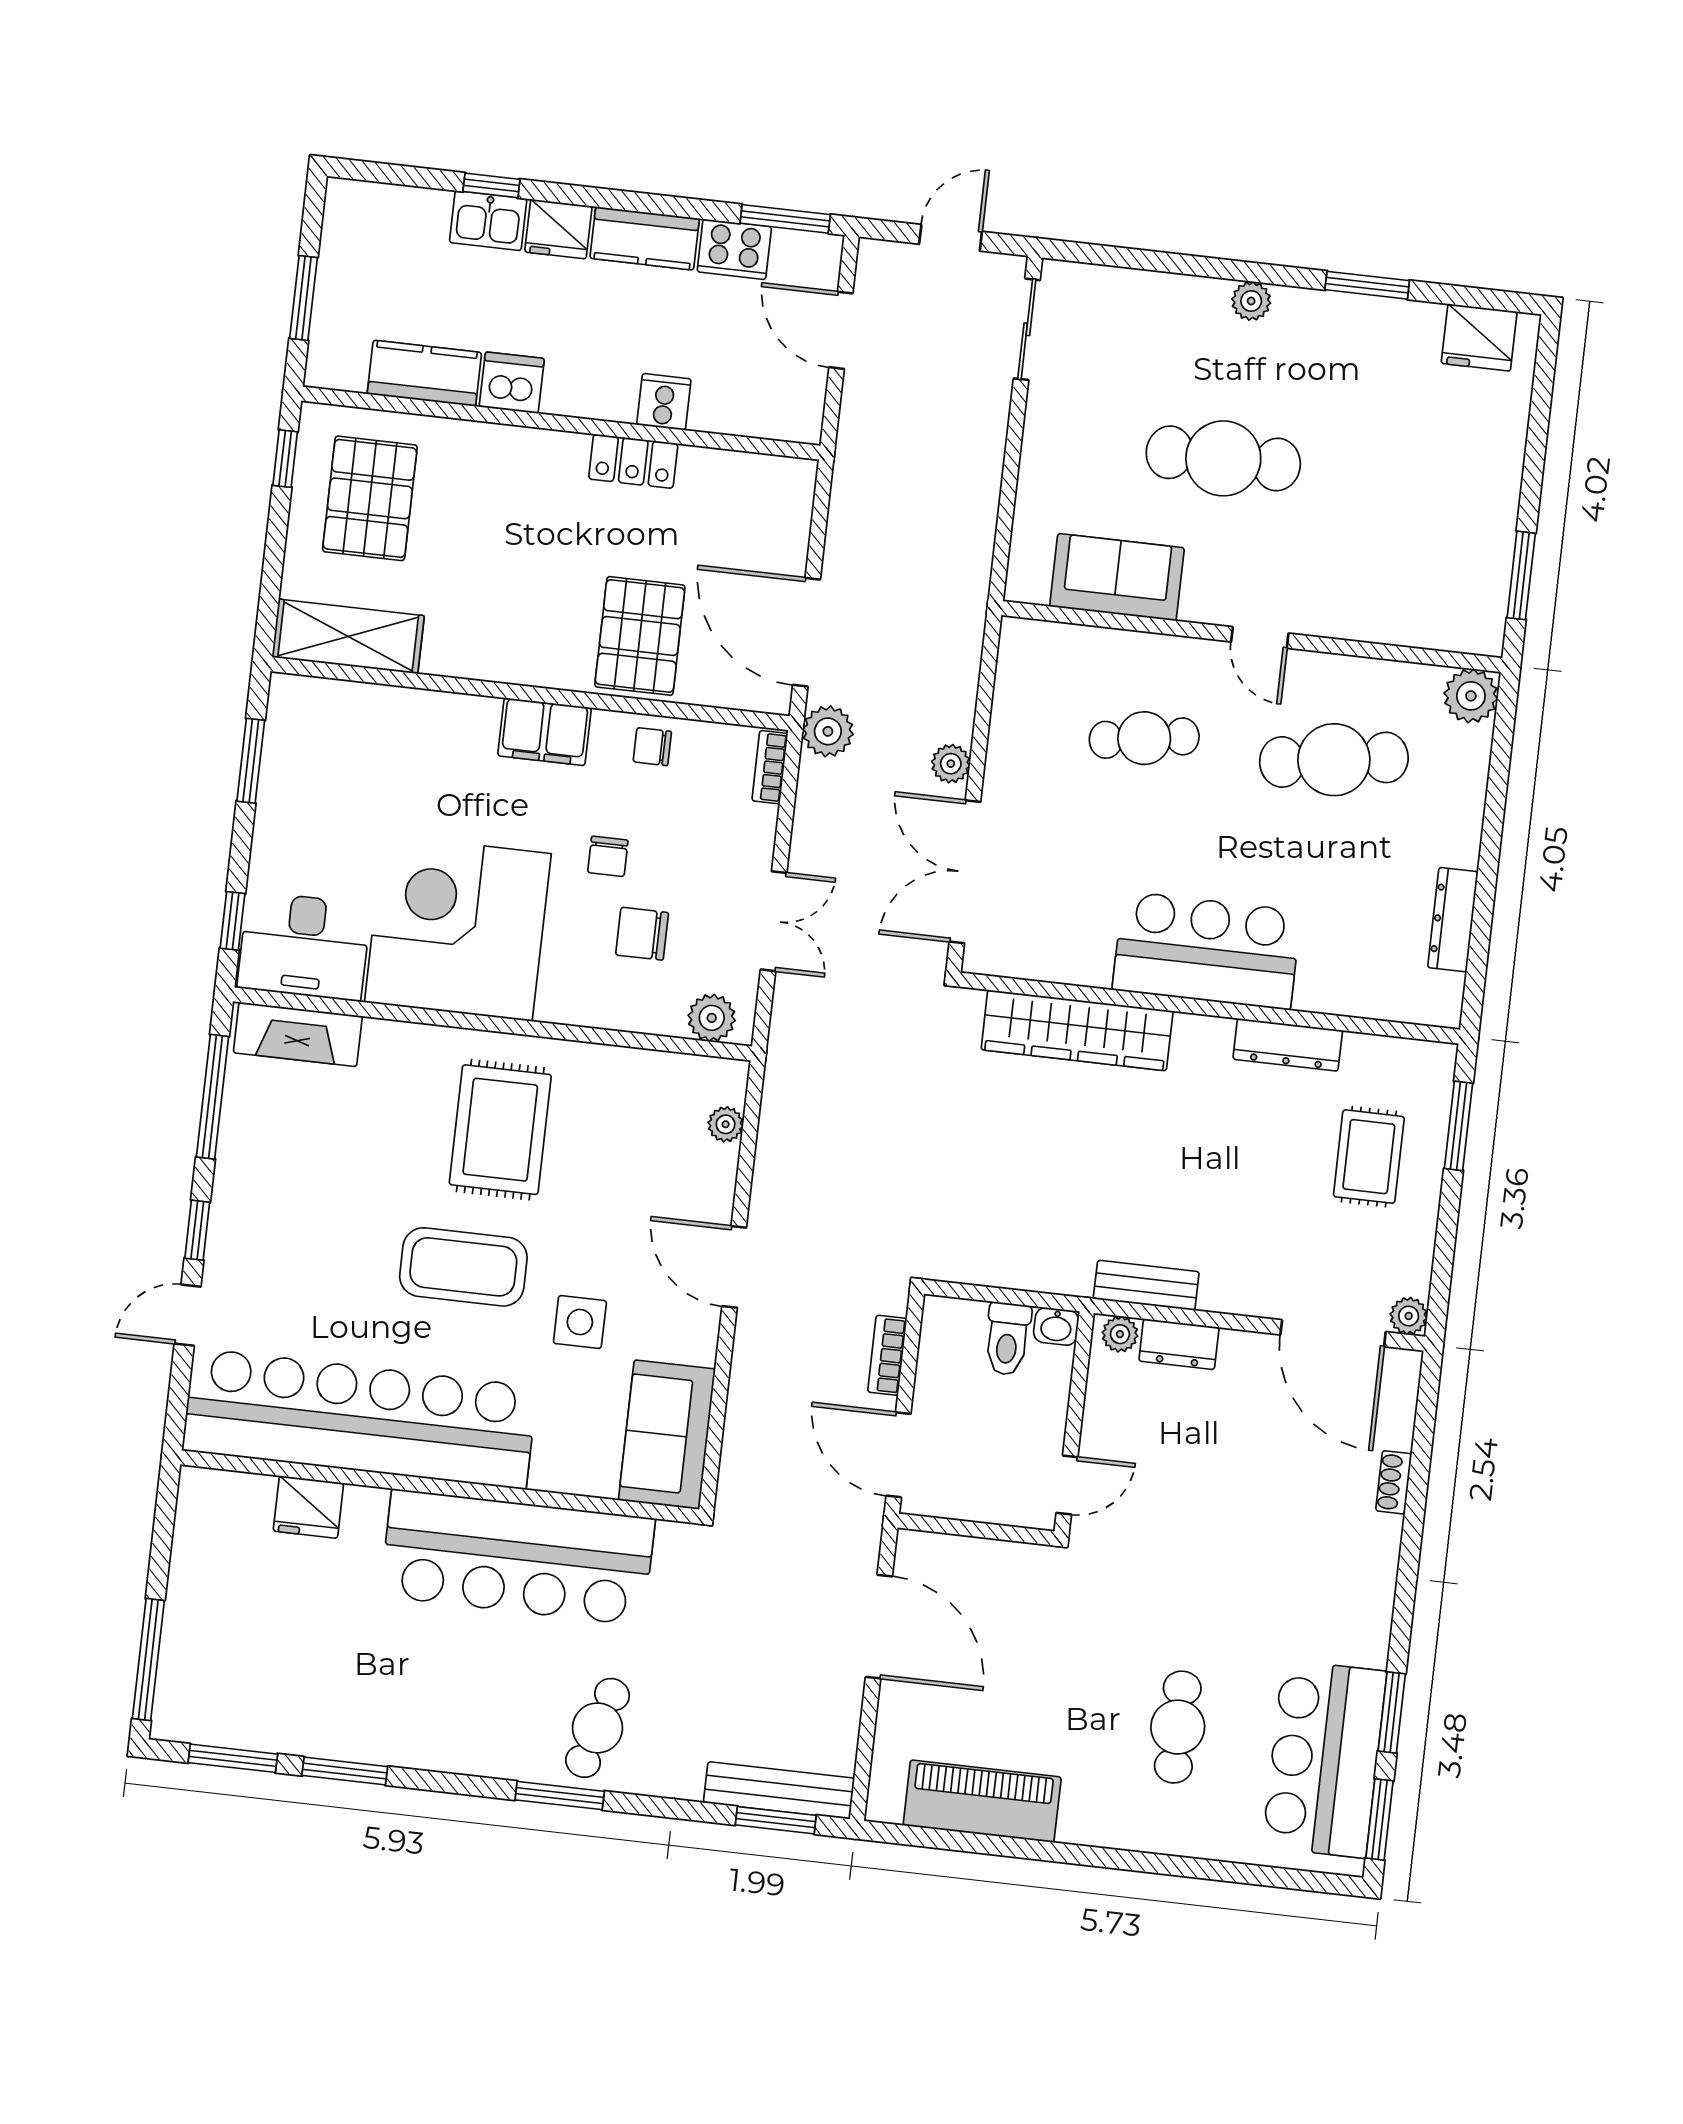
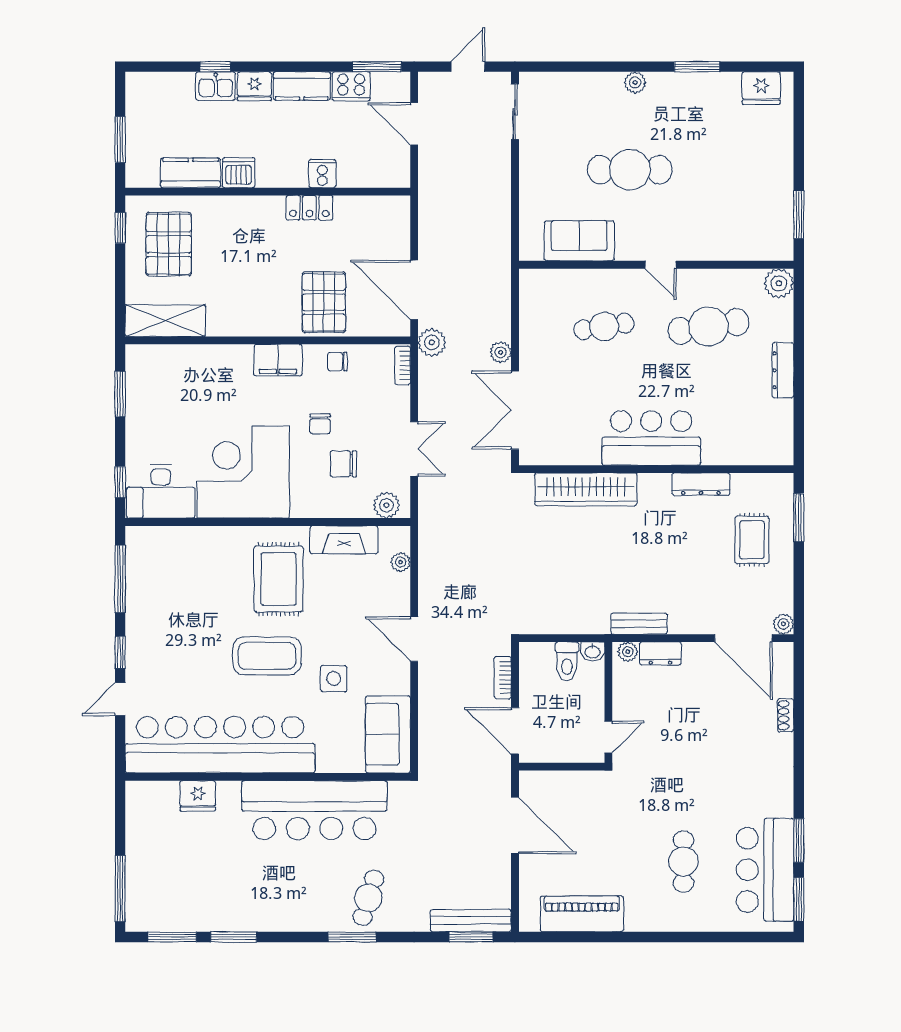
dresser: (1453, 920) -> (783, 370), moved
fireplace: (298, 1034) -> (344, 540), moved

